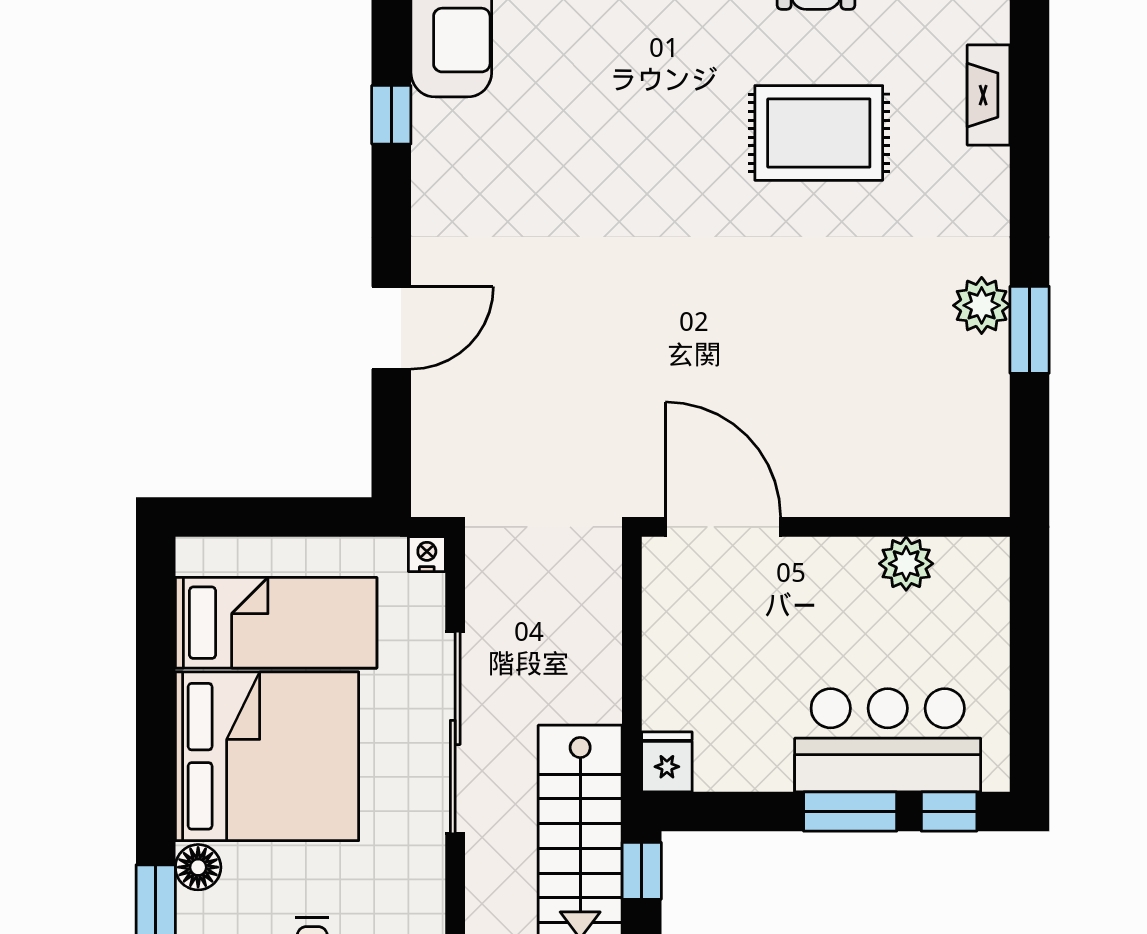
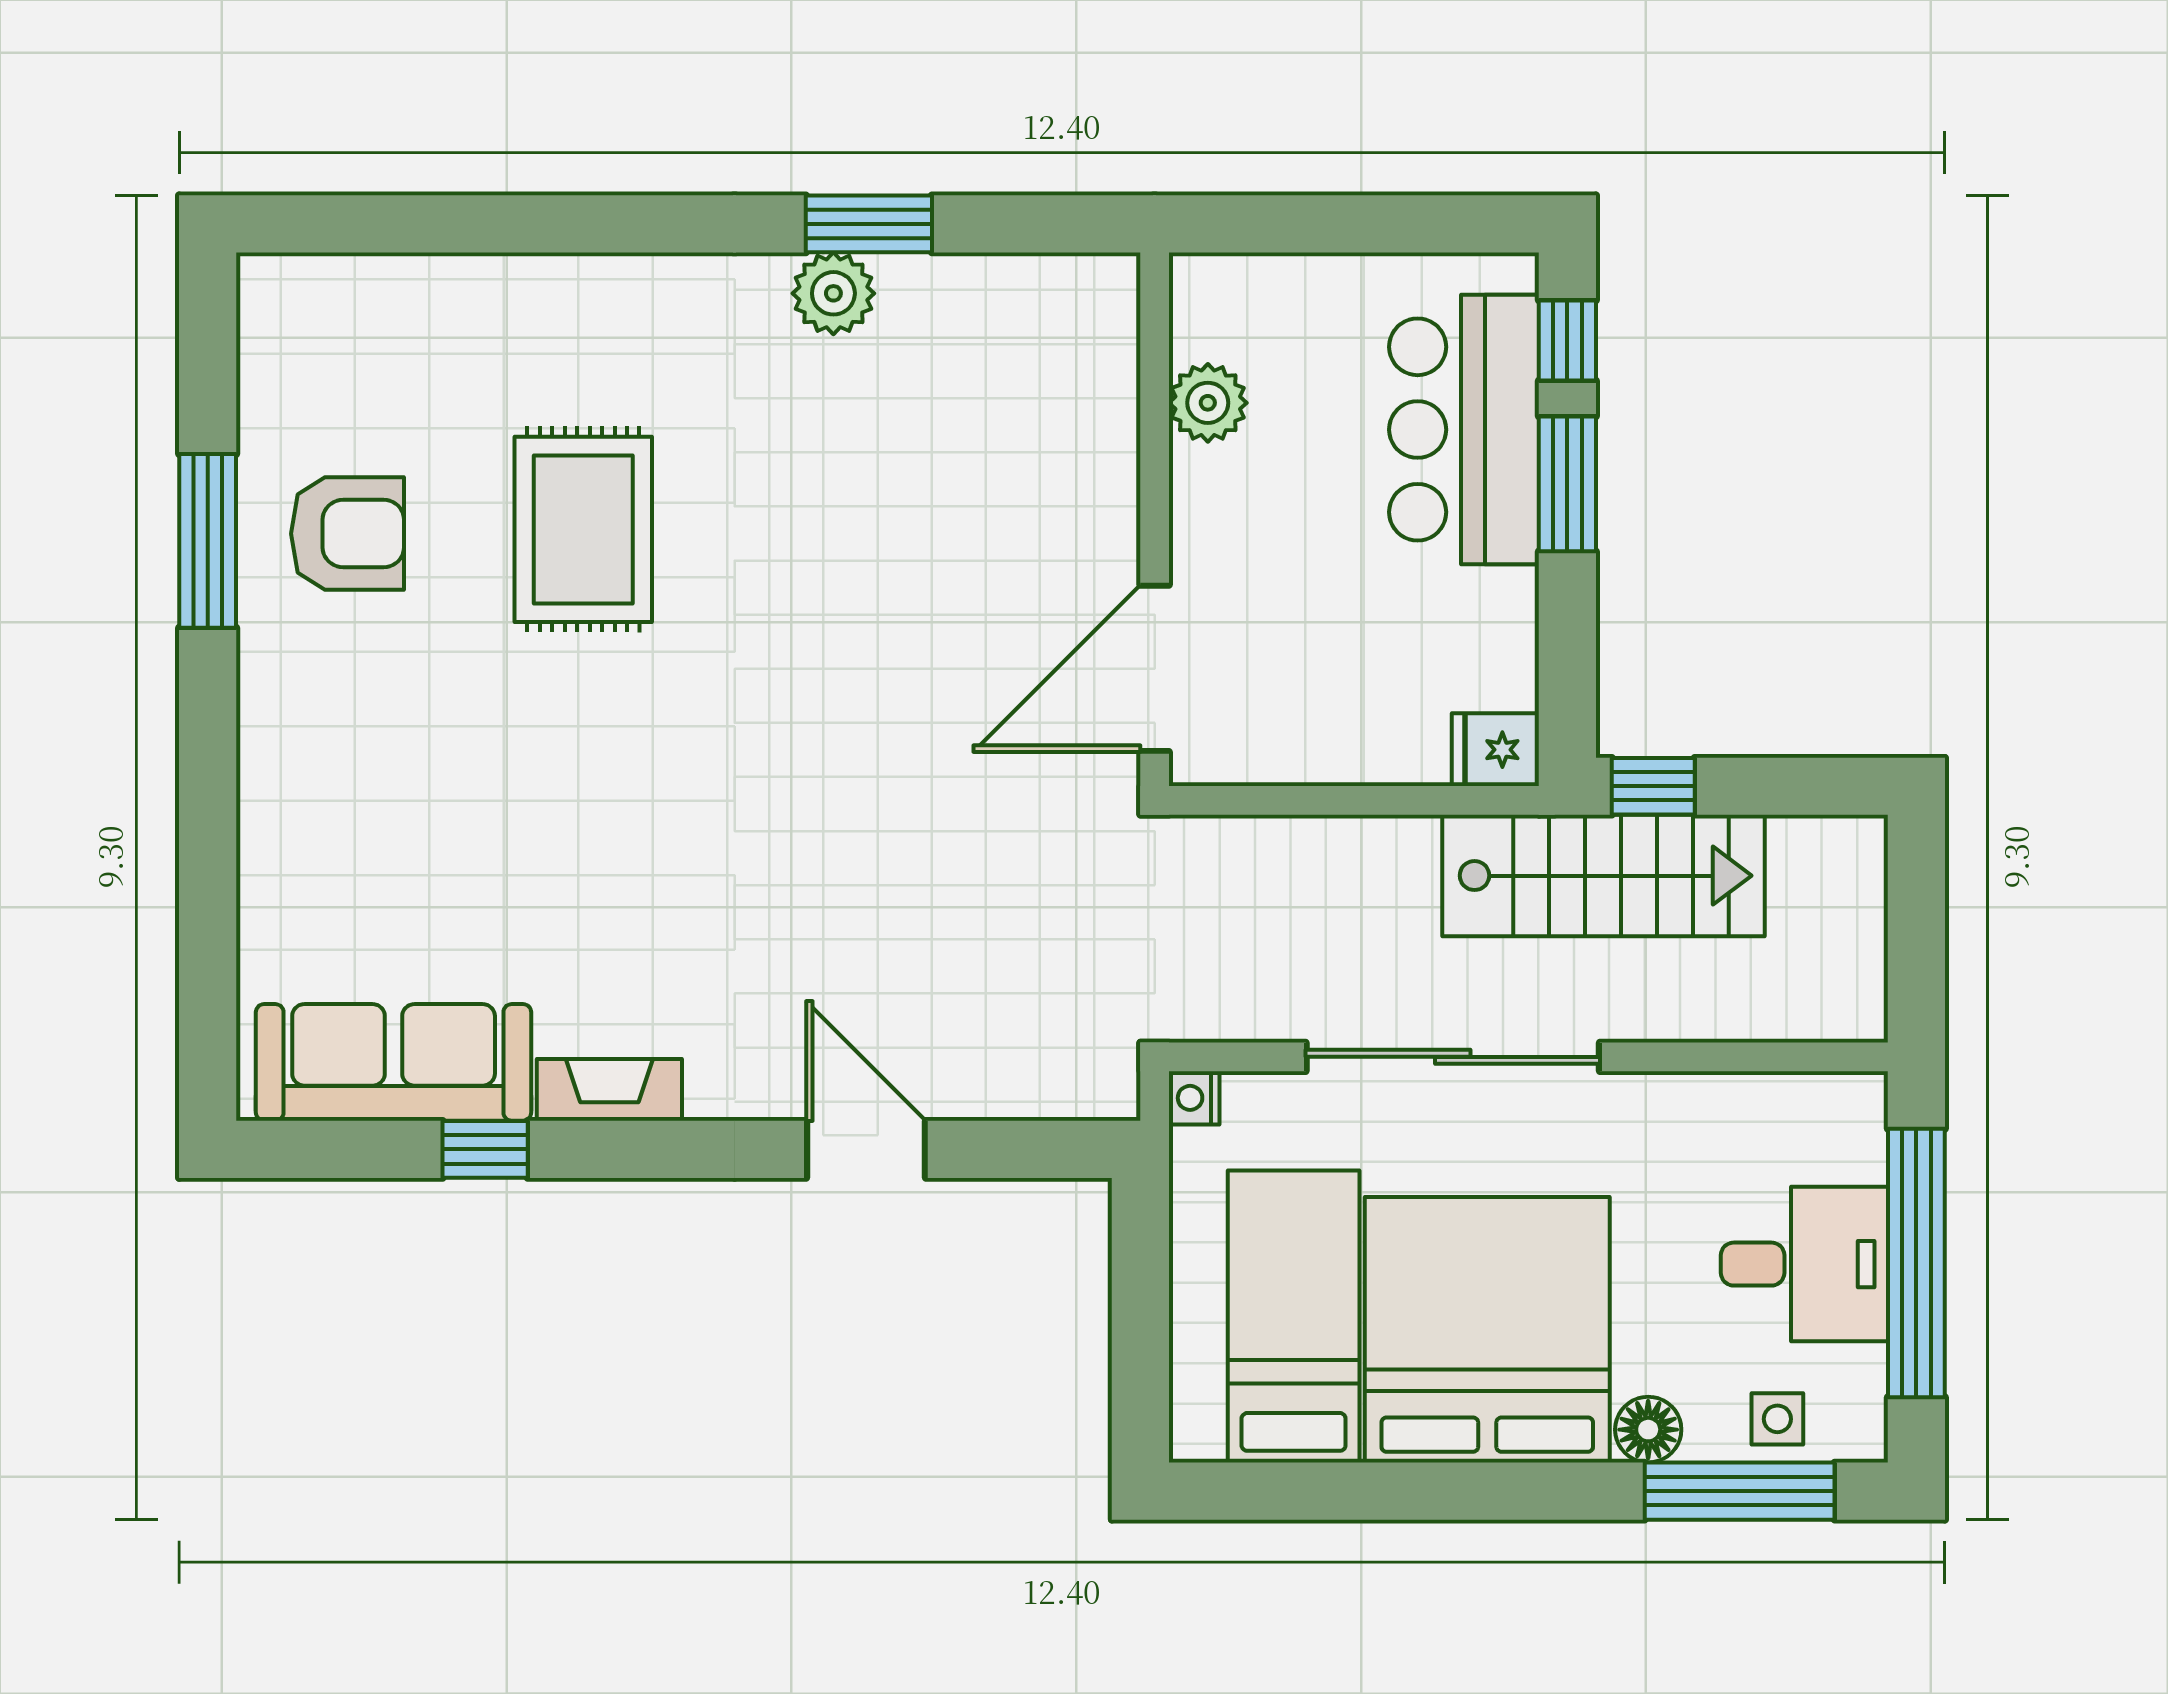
fireplace: (989, 95) -> (609, 1090), moved, turned 180
window: (391, 115) -> (485, 1149), moved

